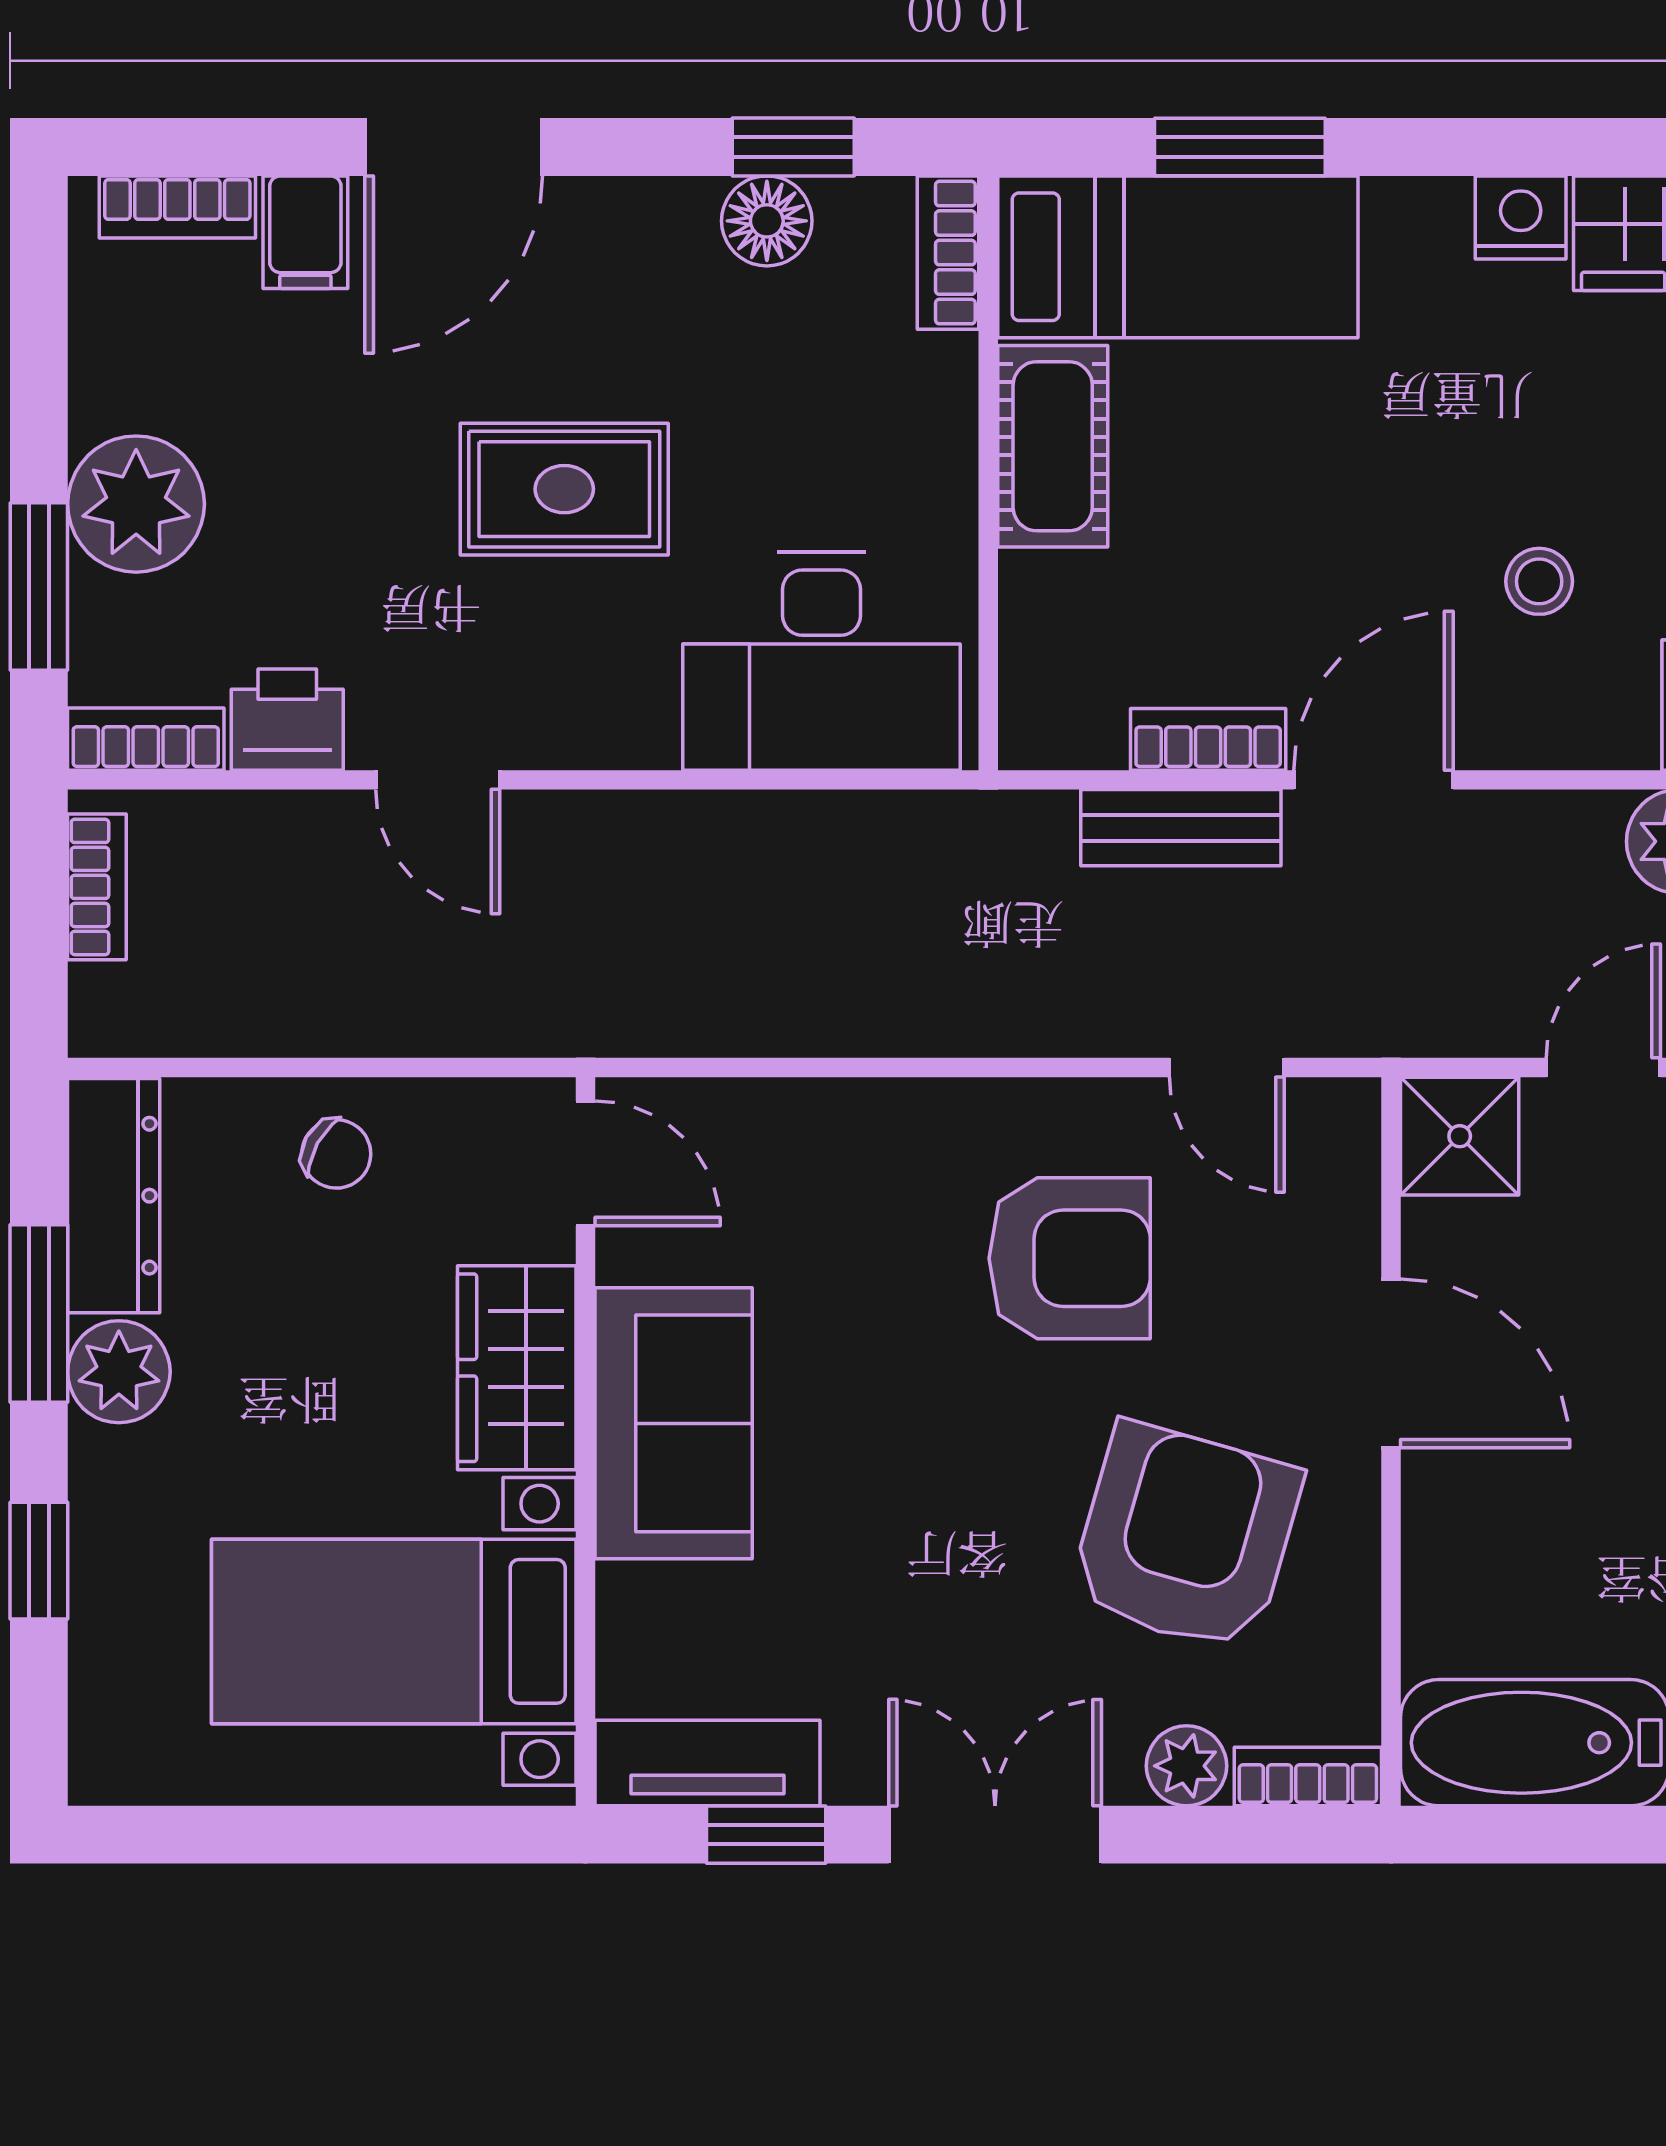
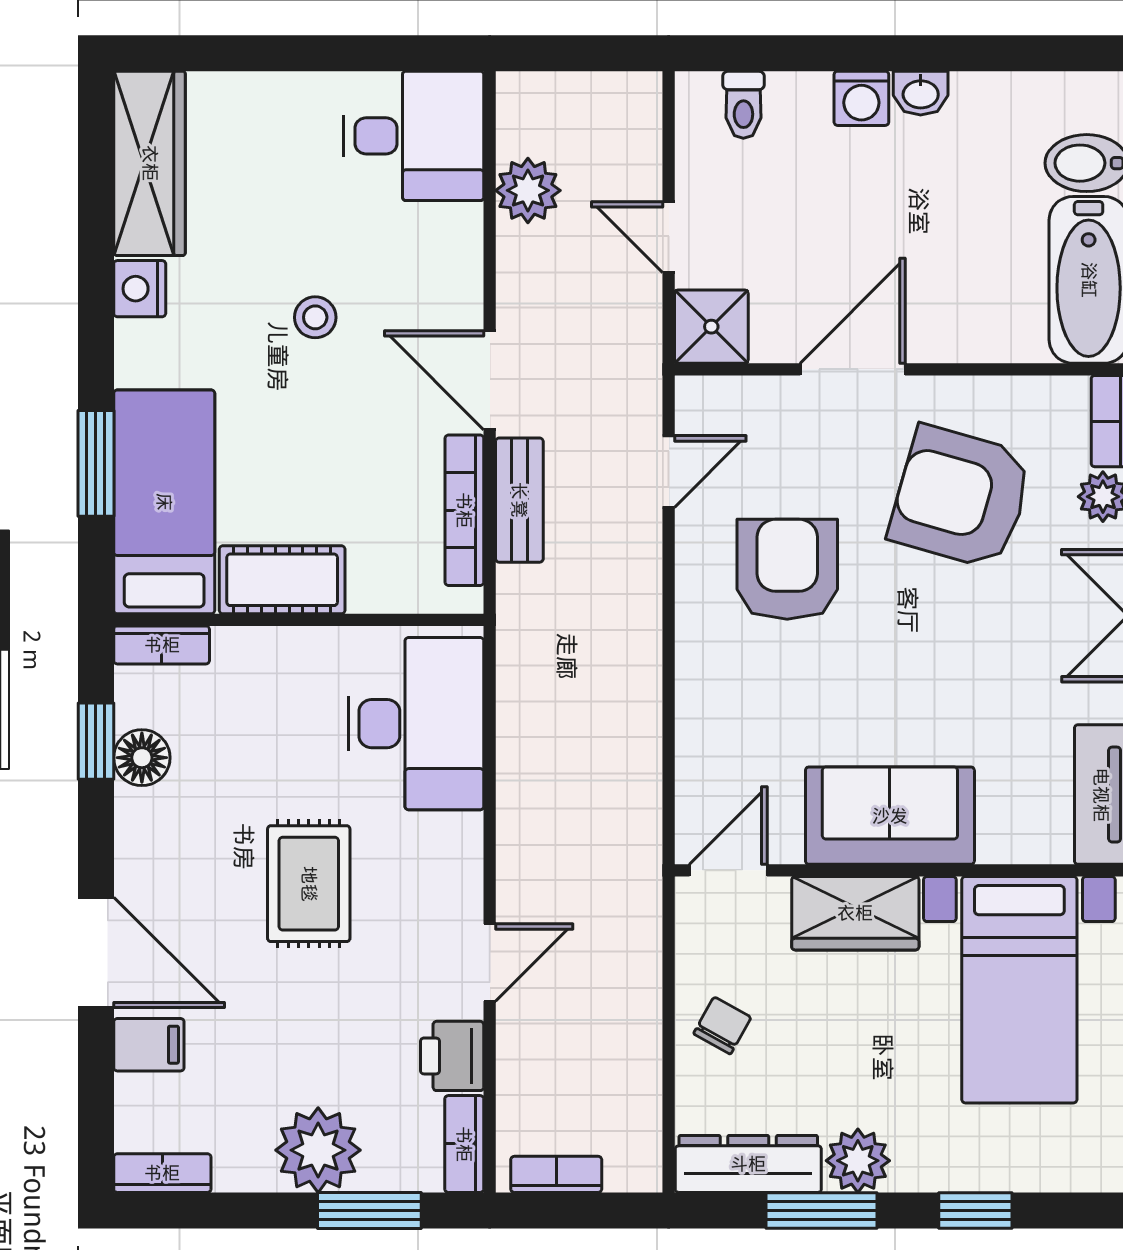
bookcase: (177, 207) -> (162, 1173), moved, turned -90
stool: (1539, 581) -> (315, 317), moved
bookcase: (1208, 739) -> (464, 510), width x1.56

